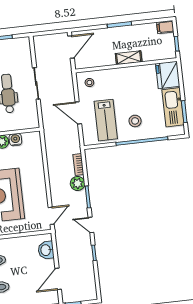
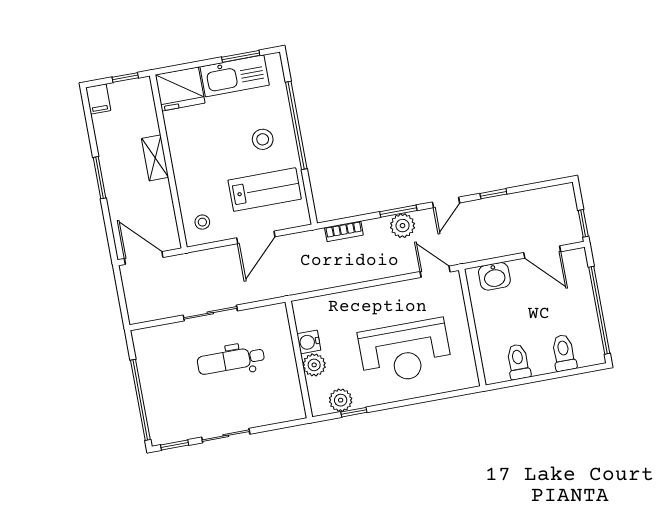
plant: (78, 184) -> (403, 226), moved

